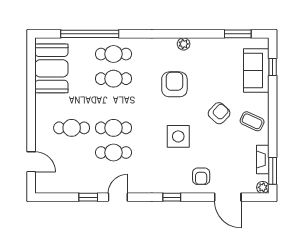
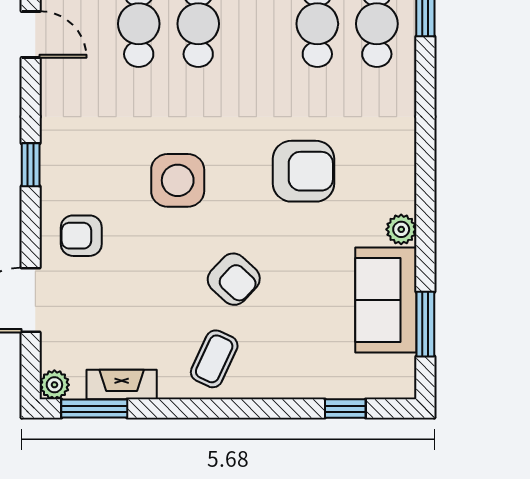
plant: (184, 44) -> (401, 229), moved
sofa: (256, 71) -> (386, 300), moved, turned -90

